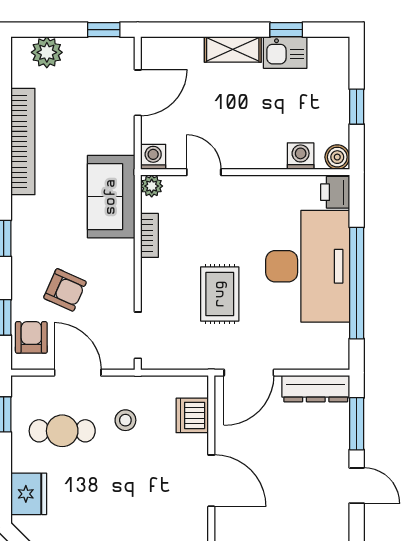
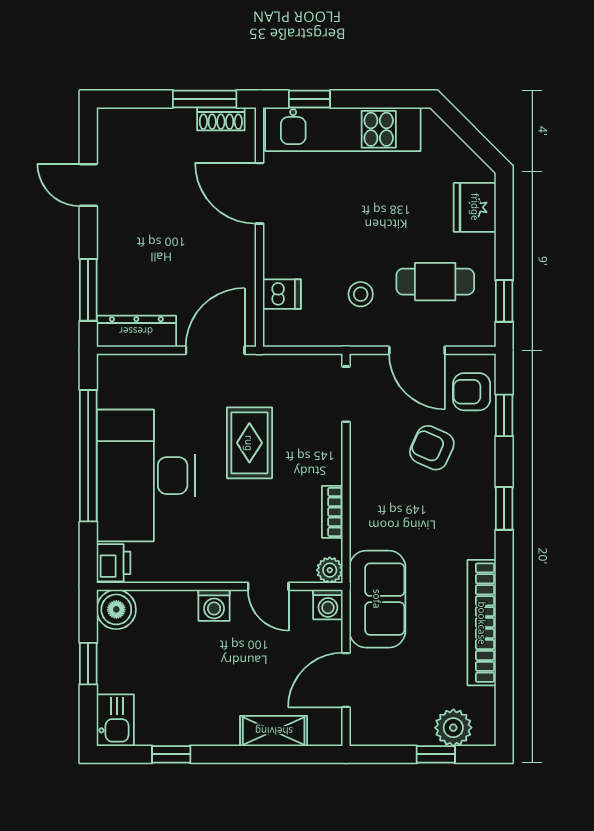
window: (104, 30) -> (436, 754), moved
shelving: (233, 49) -> (274, 731), moved
kitchen sink: (285, 52) -> (115, 720), moved, turned 90
washing machine: (301, 156) -> (214, 605), moved
boiler: (337, 157) -> (116, 609), width x1.36, depth x1.36
sofa: (111, 197) -> (377, 599), moved
armchair: (31, 337) -> (472, 392), turned 90
dishwasher: (192, 415) -> (282, 294), width x0.73
door: (211, 481) -> (260, 193), moved
door: (357, 486) -> (88, 185), moved

